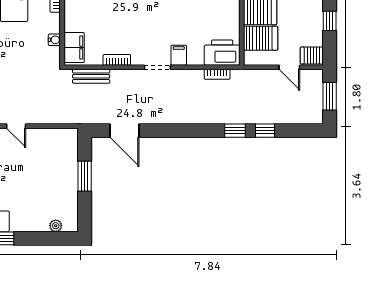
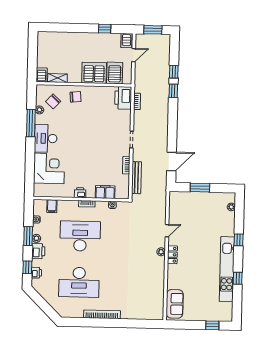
filing cabinet: (74, 48) -> (105, 192), moved
filing cabinet: (179, 55) -> (124, 126), removed
bench: (91, 76) -> (136, 178), width x1.36

